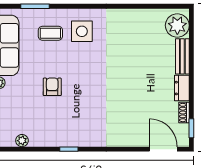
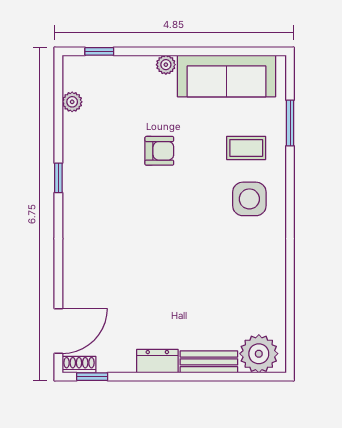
coffee table: (50, 33) -> (246, 148), turned 90
shoe rack: (184, 113) -> (79, 365), moved

